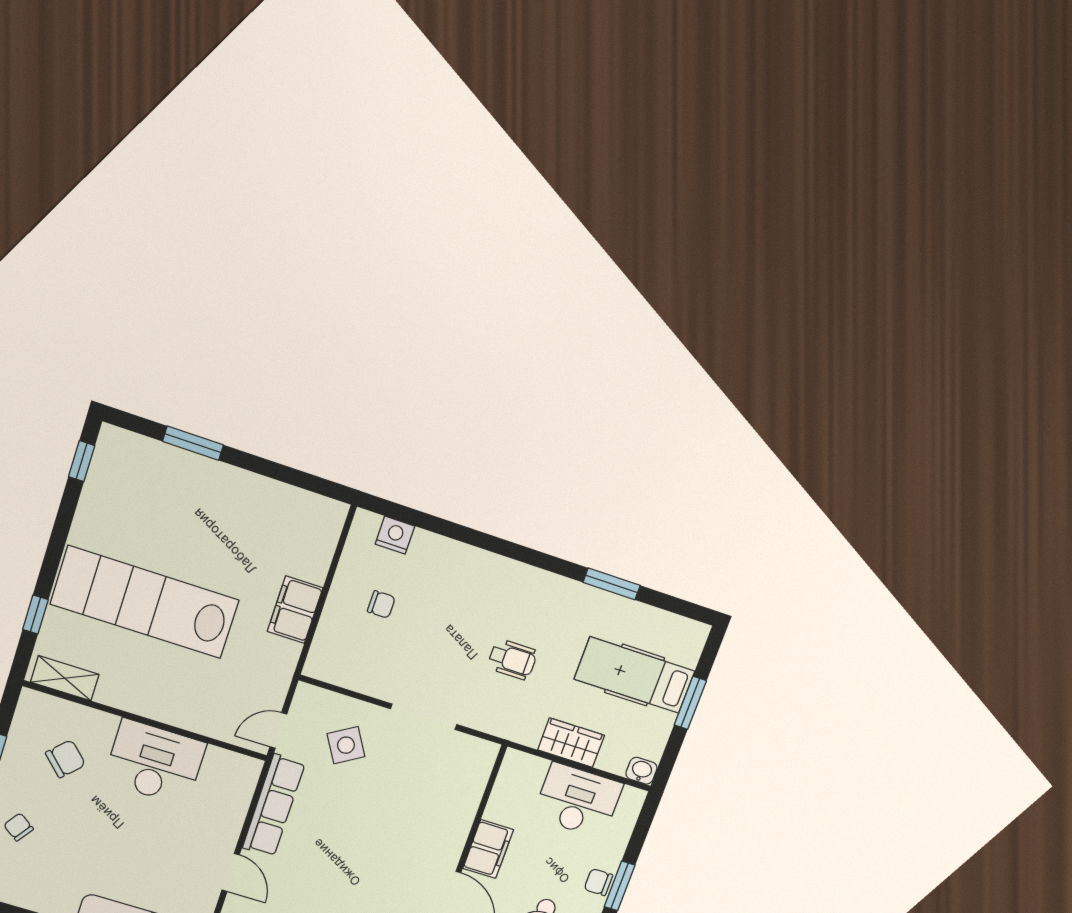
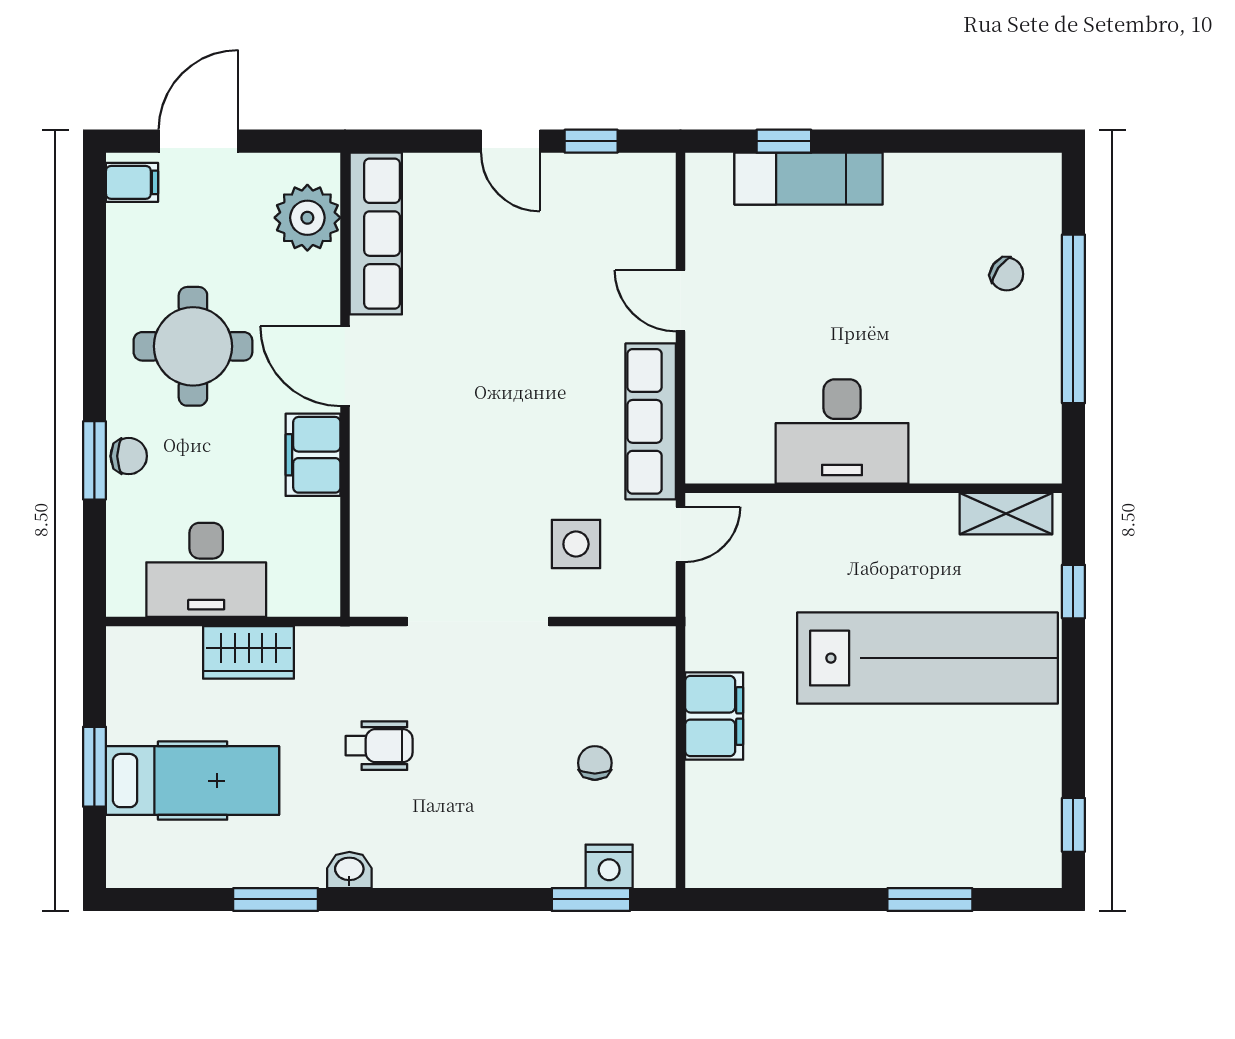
window: (414, 517) -> (591, 899), added
chair: (381, 604) -> (595, 763), turned 90
wheelchair: (512, 659) -> (379, 746), turned 180
doorway: (424, 717) -> (478, 621), width x1.36
side table: (346, 745) -> (576, 544), turned 31
chair: (65, 759) -> (970, 397), removed
washbasin: (641, 771) -> (349, 870), moved, turned 180

